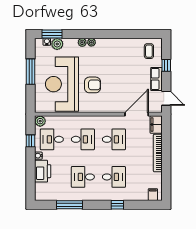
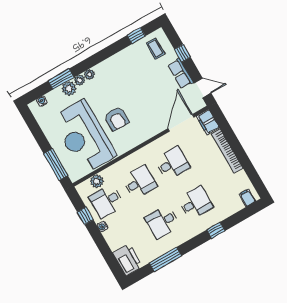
window: (52, 34) -> (61, 79), moved
window: (141, 34) -> (136, 36), added
plant: (57, 44) -> (69, 89), moved
window: (31, 72) -> (56, 165), moved
armchair: (92, 85) -> (116, 119), turned 90
plant: (40, 121) -> (97, 181), moved
printer: (43, 171) -> (128, 260), moved

